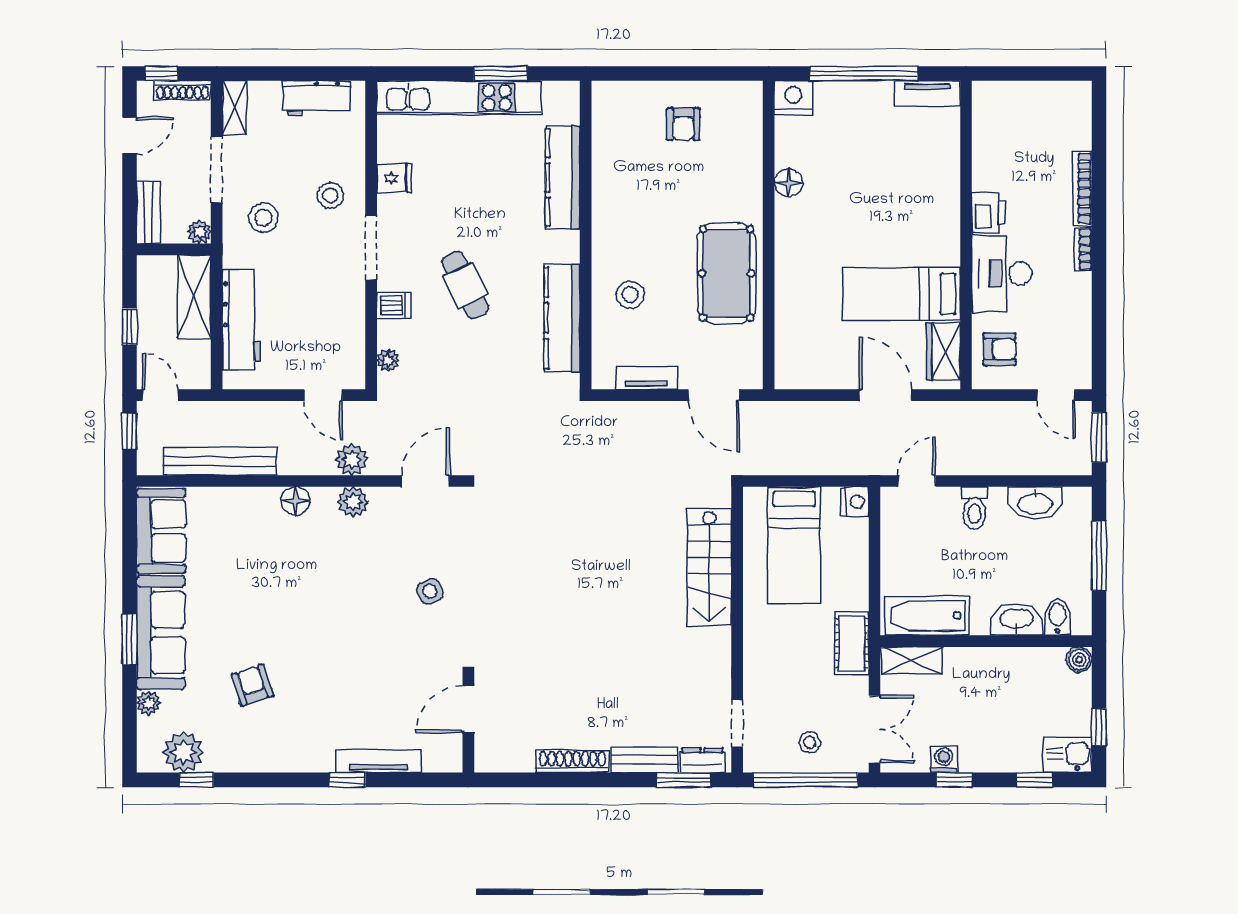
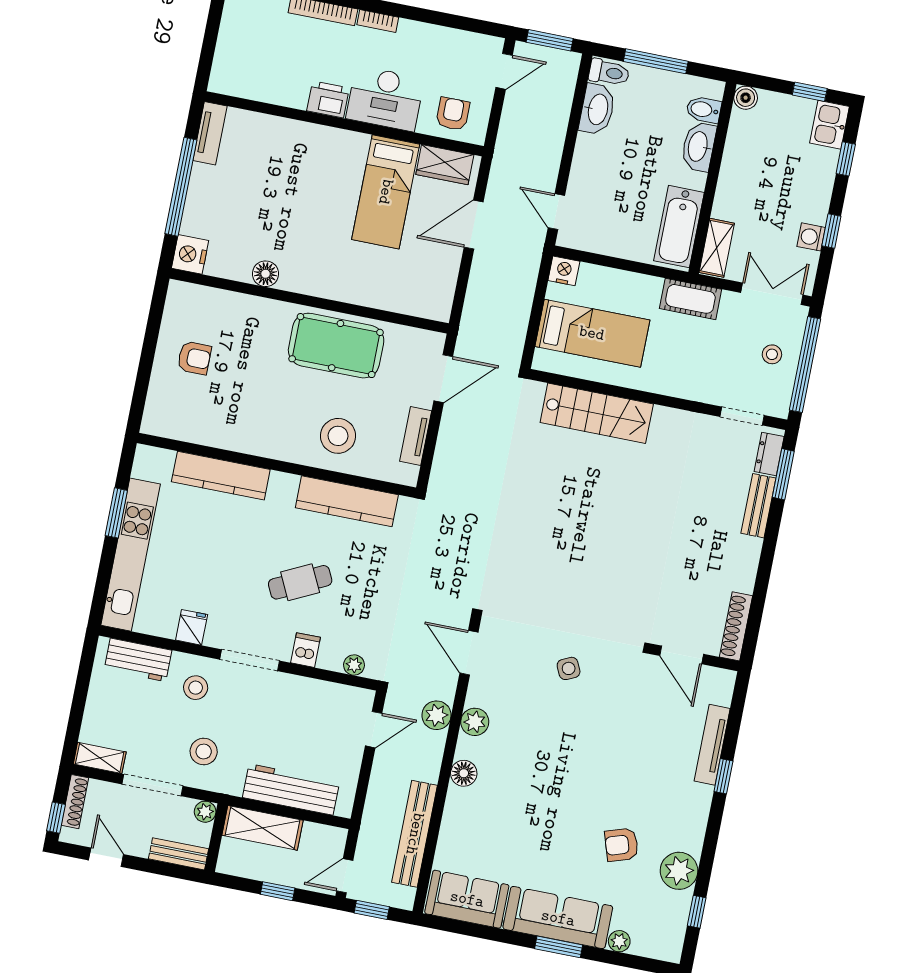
workbench: (317, 98) -> (138, 660), moved, turned 90
stool: (630, 295) -> (338, 436), width x1.38, depth x1.38
toilet: (974, 508) -> (609, 72), moved
plant: (184, 752) -> (679, 871), moved
shoe rack: (572, 761) -> (736, 626), moved

